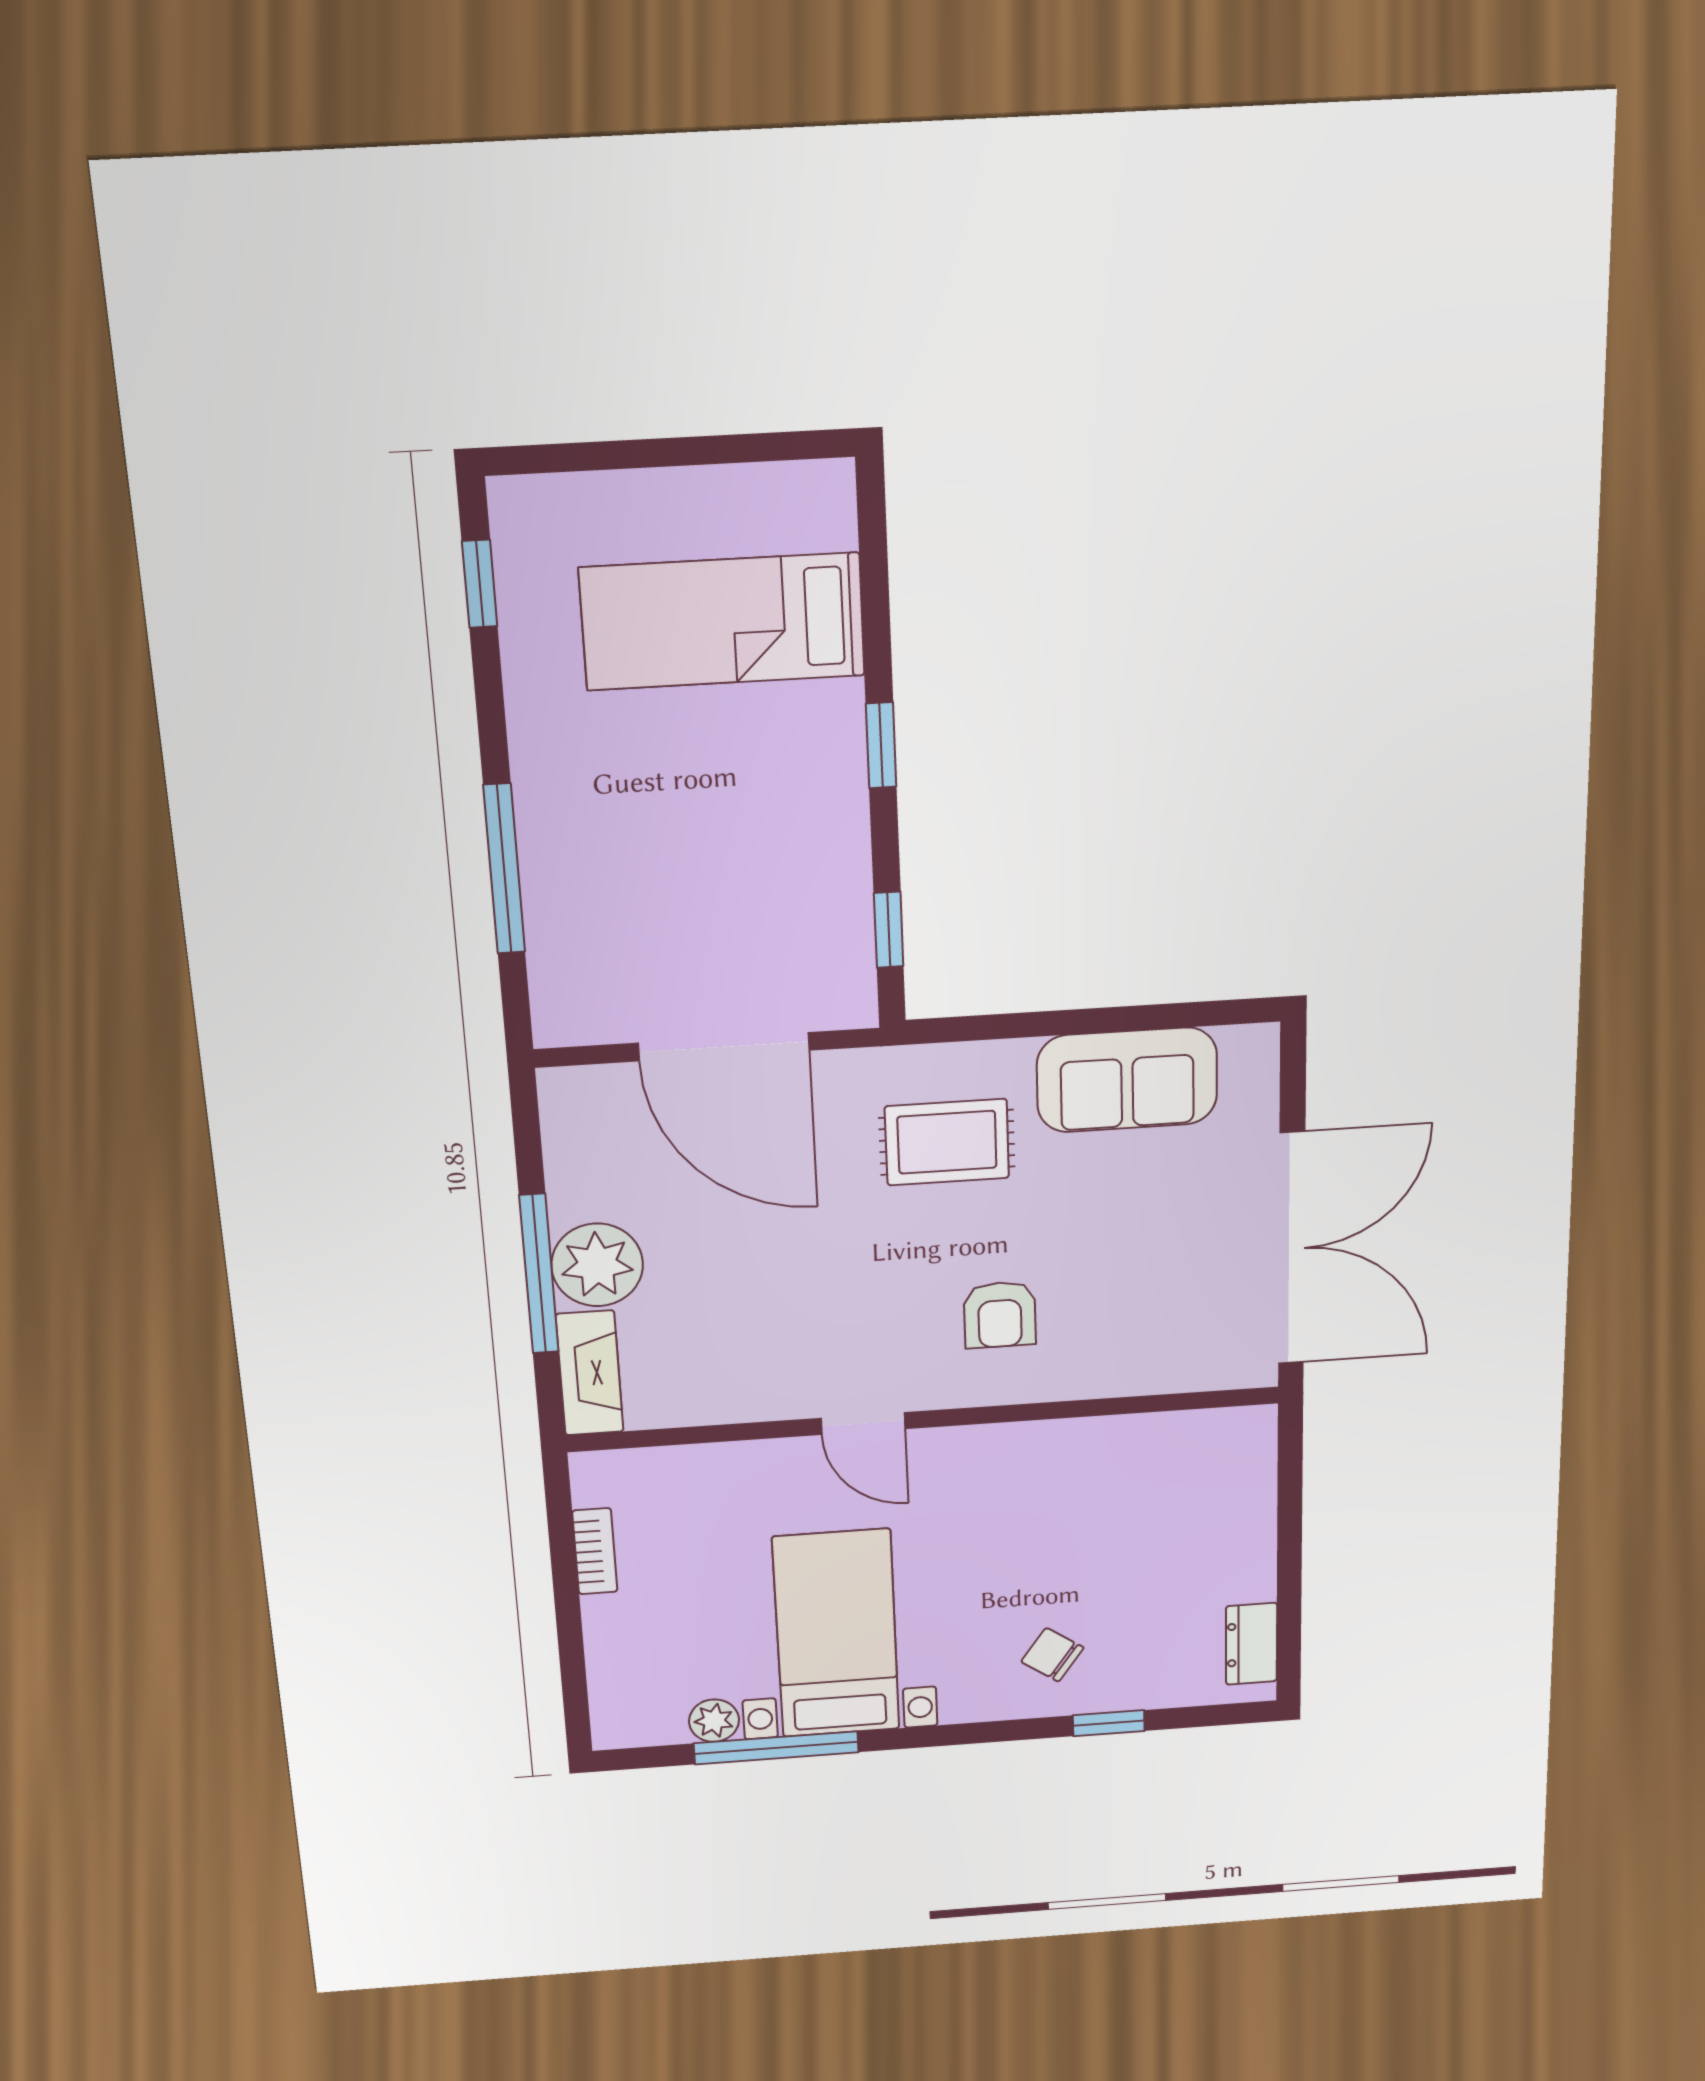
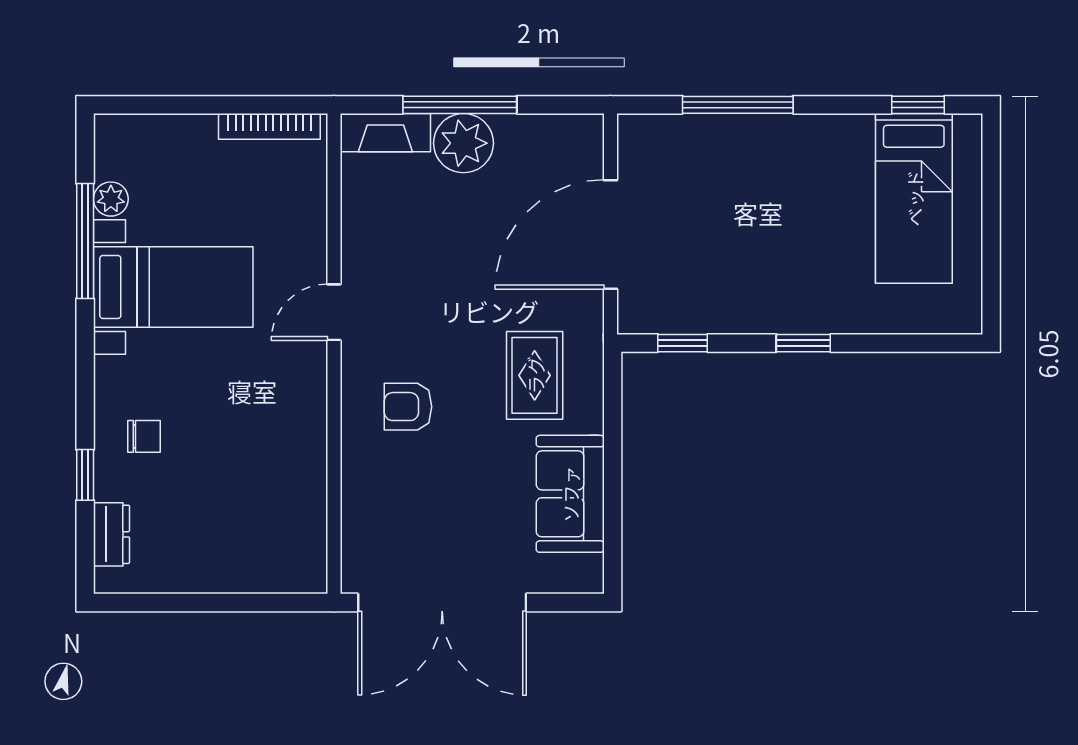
bed: (723, 622) -> (914, 198), moved, turned 180
bookcase: (595, 1551) -> (269, 126), width x1.56
dresser: (1251, 1644) -> (111, 534), moved, turned 90
chair: (1052, 1655) -> (144, 436), turned 55

